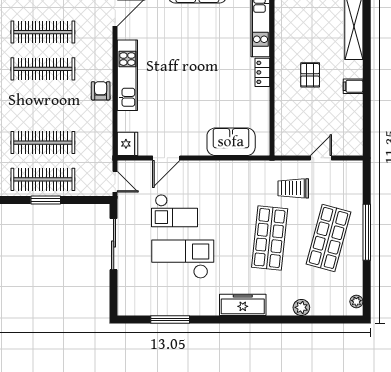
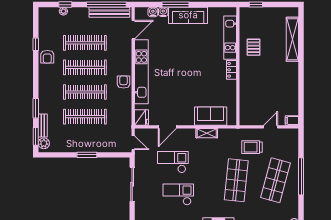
kitchen unit: (127, 75) -> (141, 72), width x1.36
pallet: (310, 75) -> (254, 47), moved
filing cabinet: (353, 86) -> (292, 120), moved
shelving: (225, 167) -> (207, 133), added
clothes rail: (43, 179) -> (85, 92), moved
checkout: (175, 211) -> (173, 162), turned 180
checkout: (183, 259) -> (178, 194), width x0.73, depth x0.83

